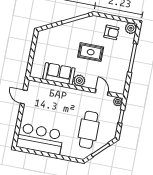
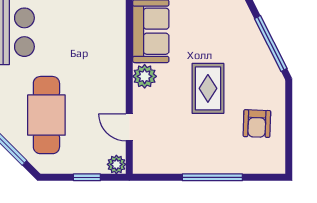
plant: (131, 28) -> (273, 162), removed
door: (102, 92) -> (129, 127), swing flipped
cafe table: (89, 130) -> (46, 115), turned 90

